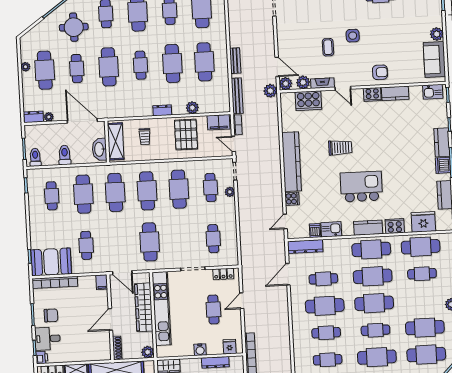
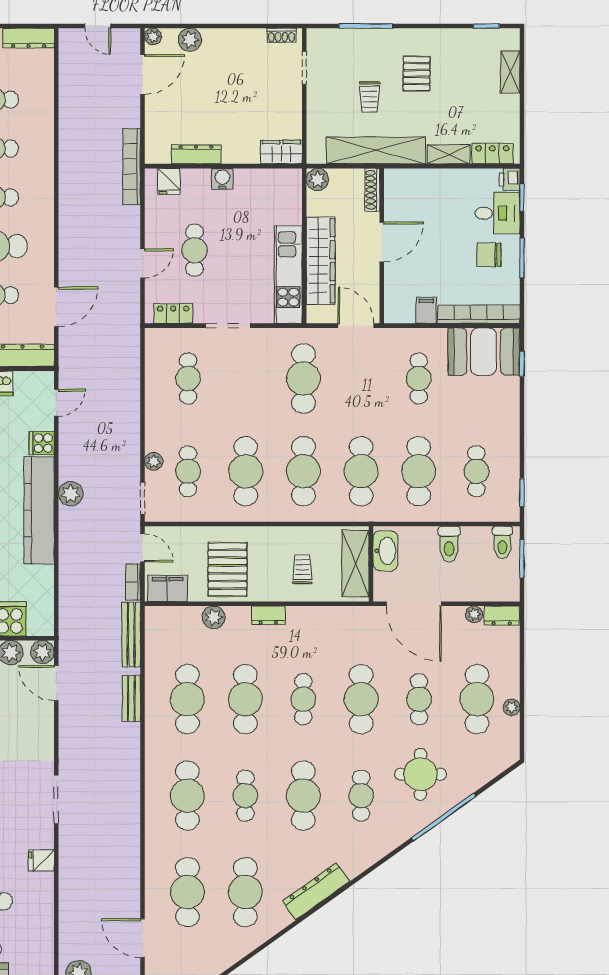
plant: (270, 91) -> (71, 494), moved
filing cabinet: (102, 282) -> (426, 310), moved
kitchen unit: (162, 308) -> (288, 275), width x0.73

